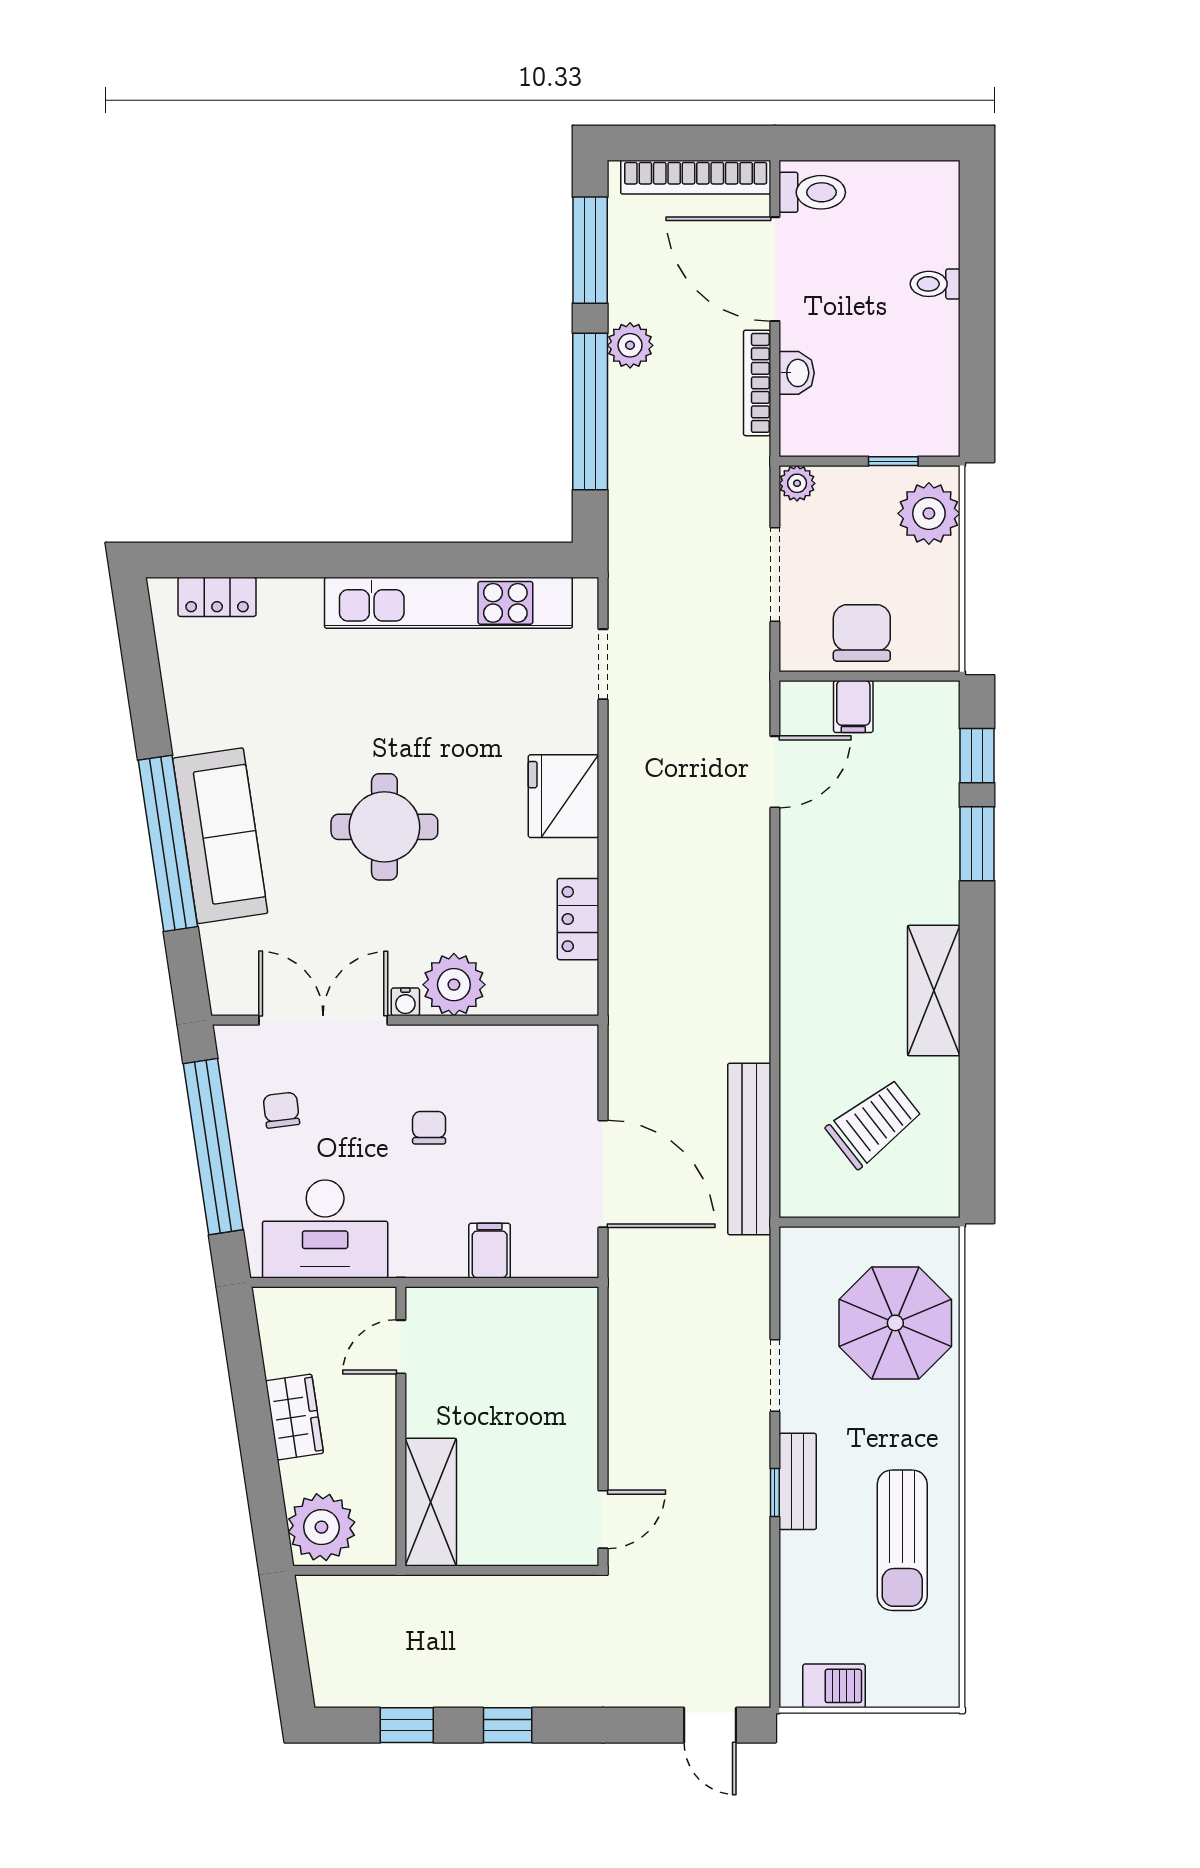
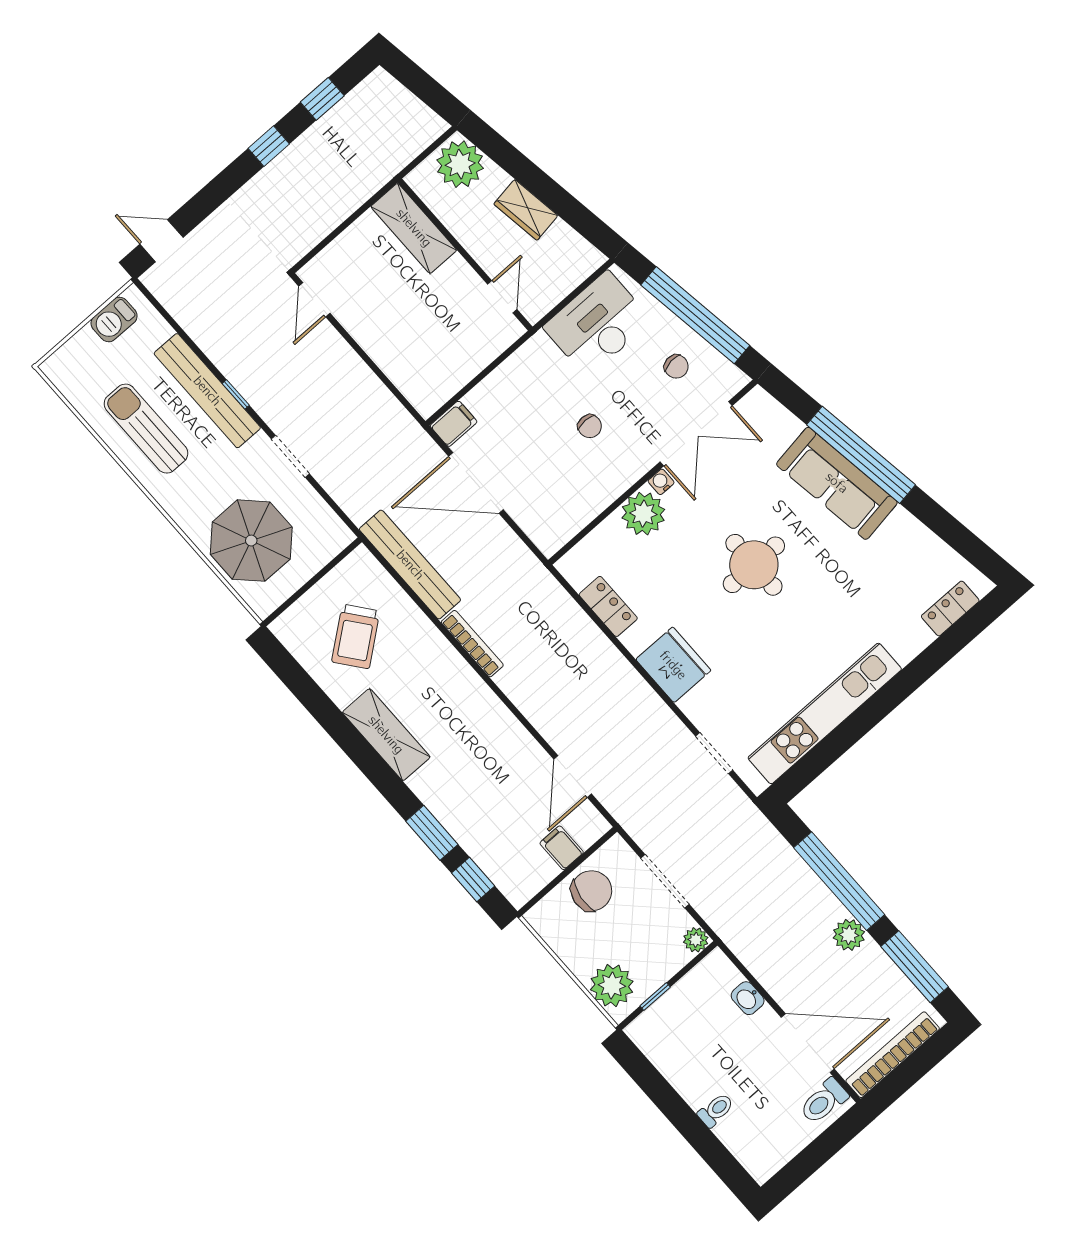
bookcase: (757, 383) -> (472, 644), moved
chair: (862, 633) -> (591, 891), turned -82
filing cabinet: (490, 1251) -> (454, 424), moved, turned -90
bench: (798, 1481) -> (207, 391), width x1.86, depth x1.21

